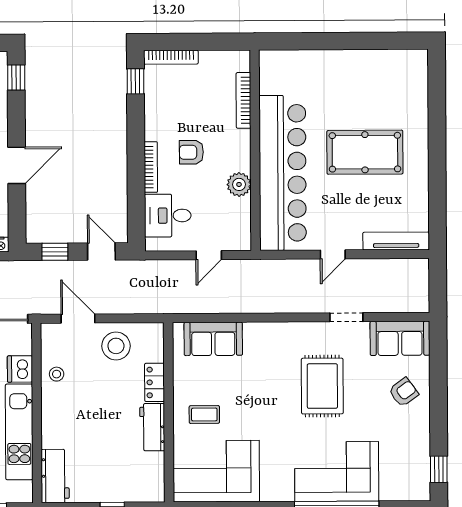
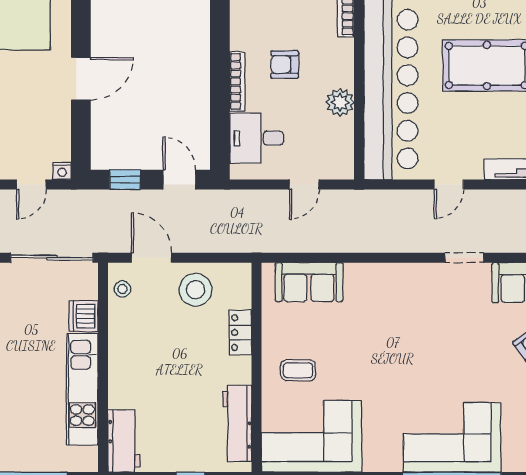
stool: (57, 374) -> (122, 289), moved
rug: (322, 386) -> (436, 338), removed
workbench: (152, 427) -> (237, 424), moved, width x1.38

